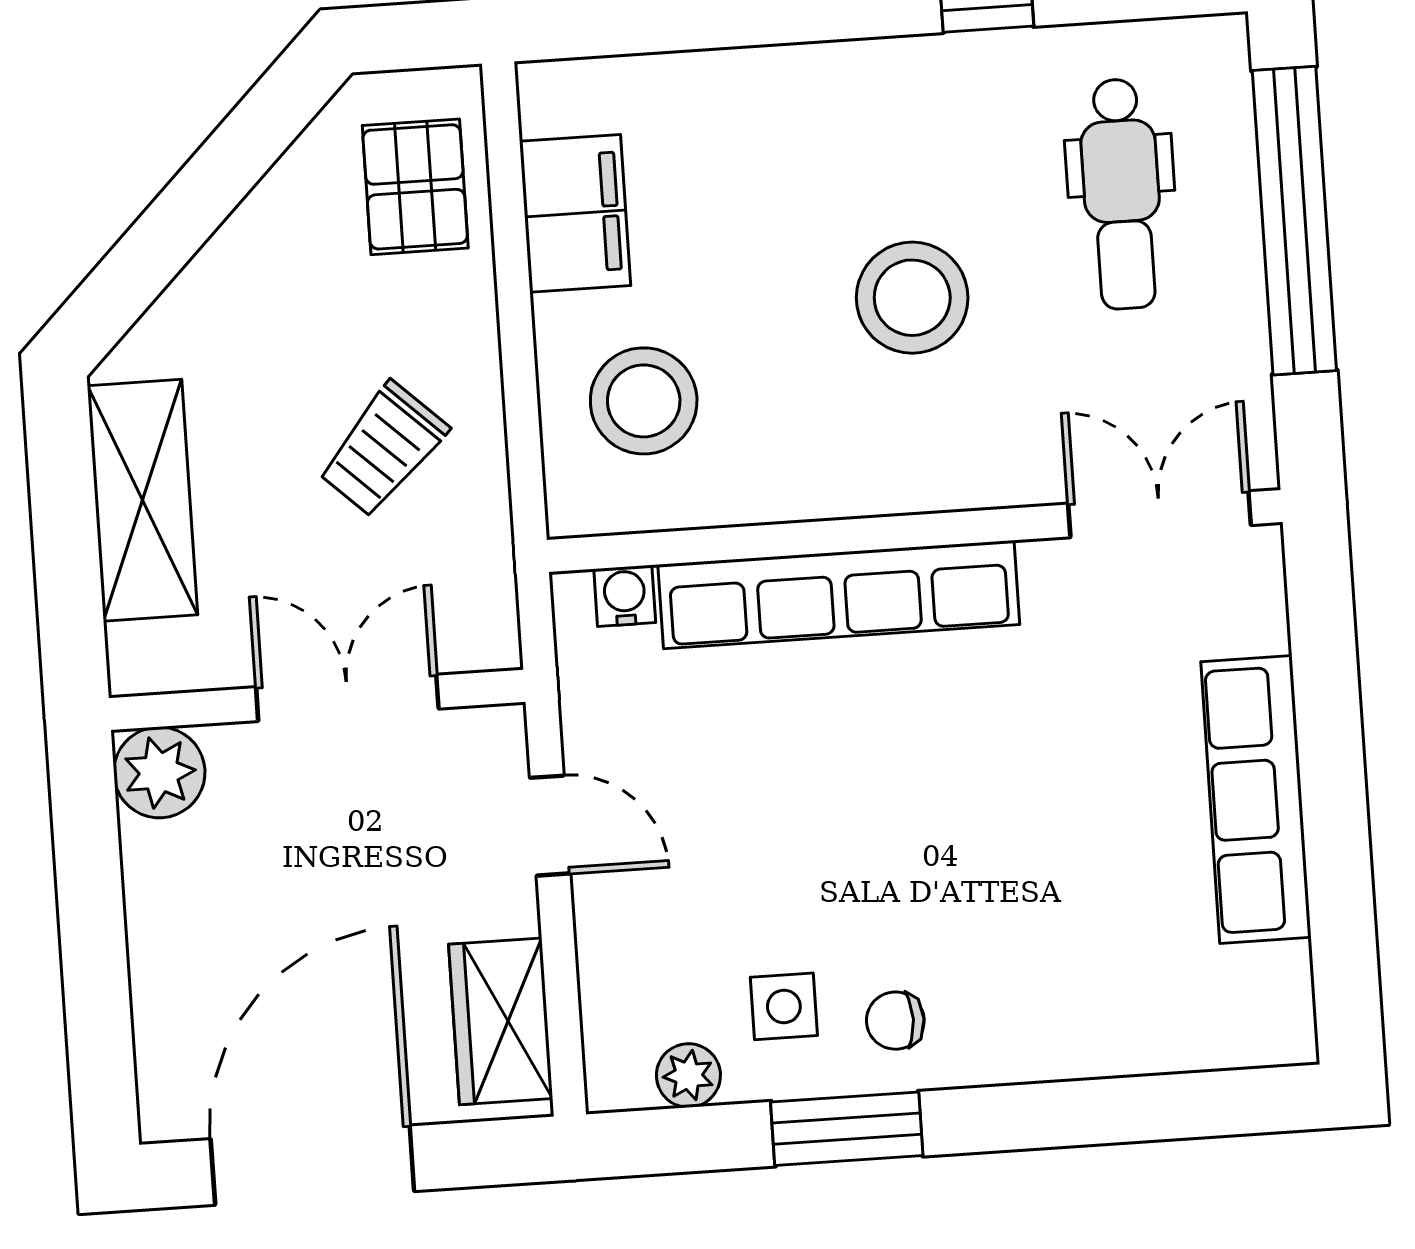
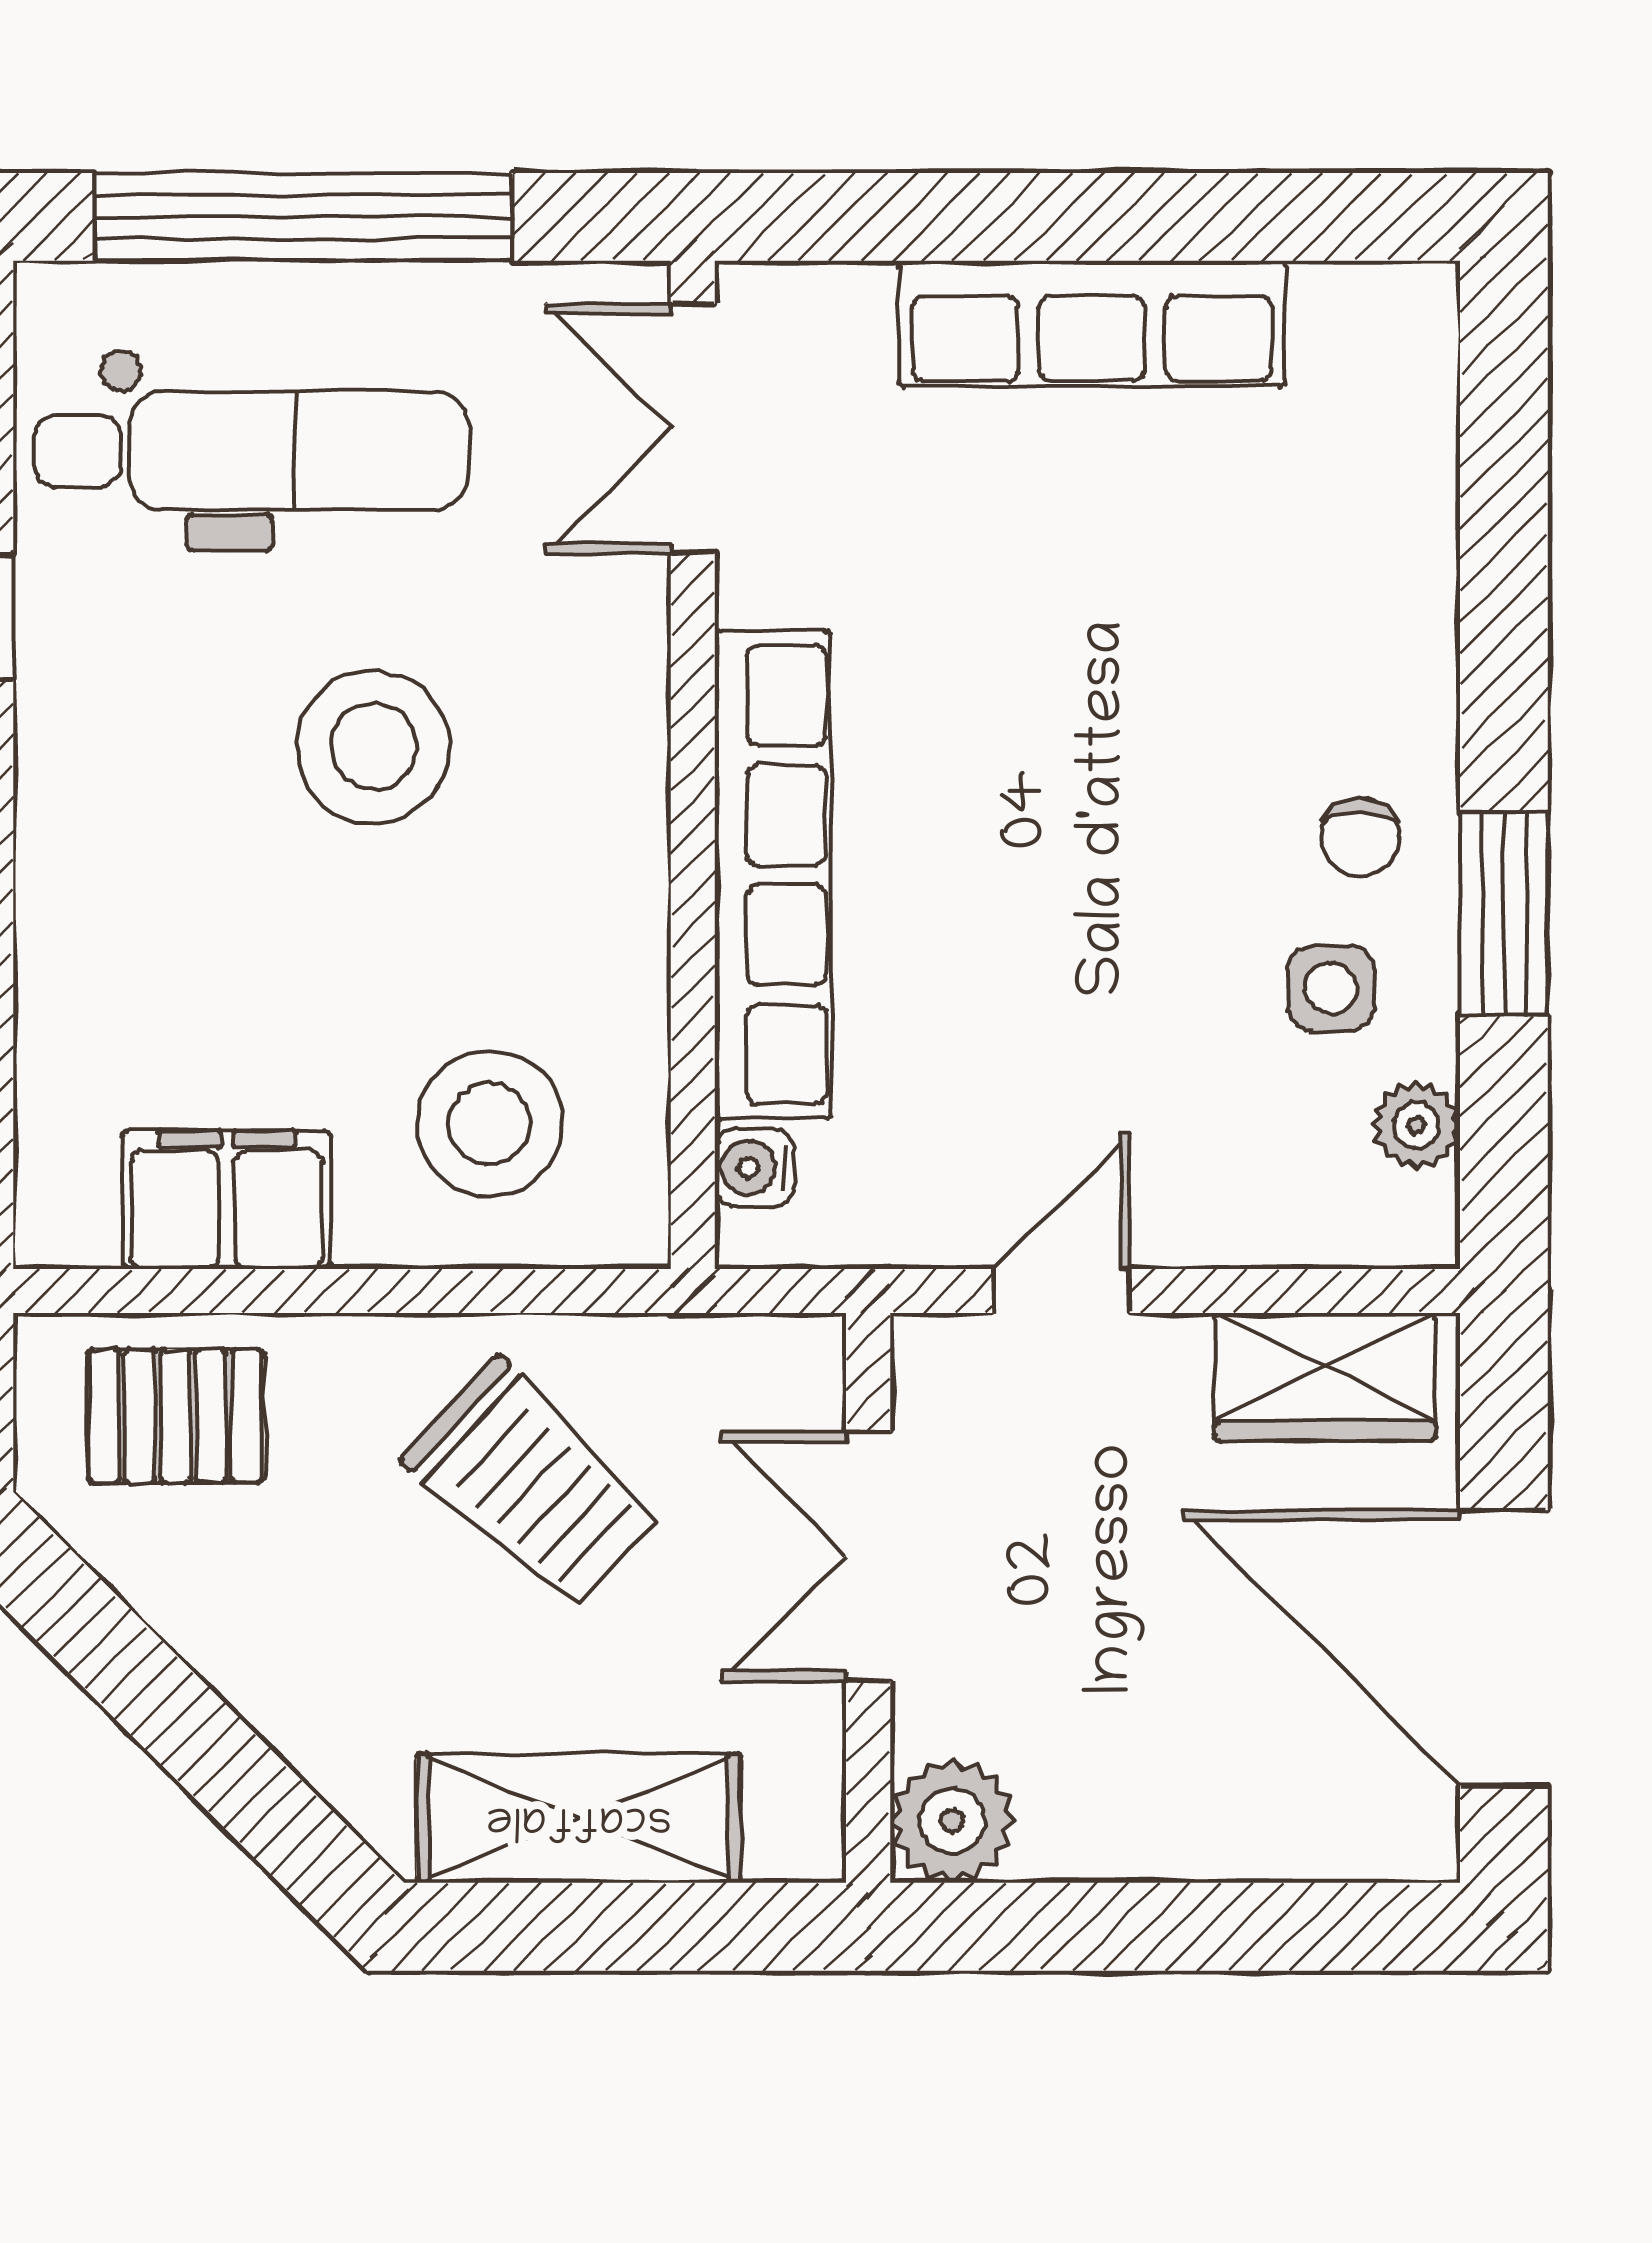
dental chair: (1122, 194) -> (251, 451), width x1.36, depth x1.38
trolley: (383, 450) -> (532, 1484), width x1.36, depth x1.39

